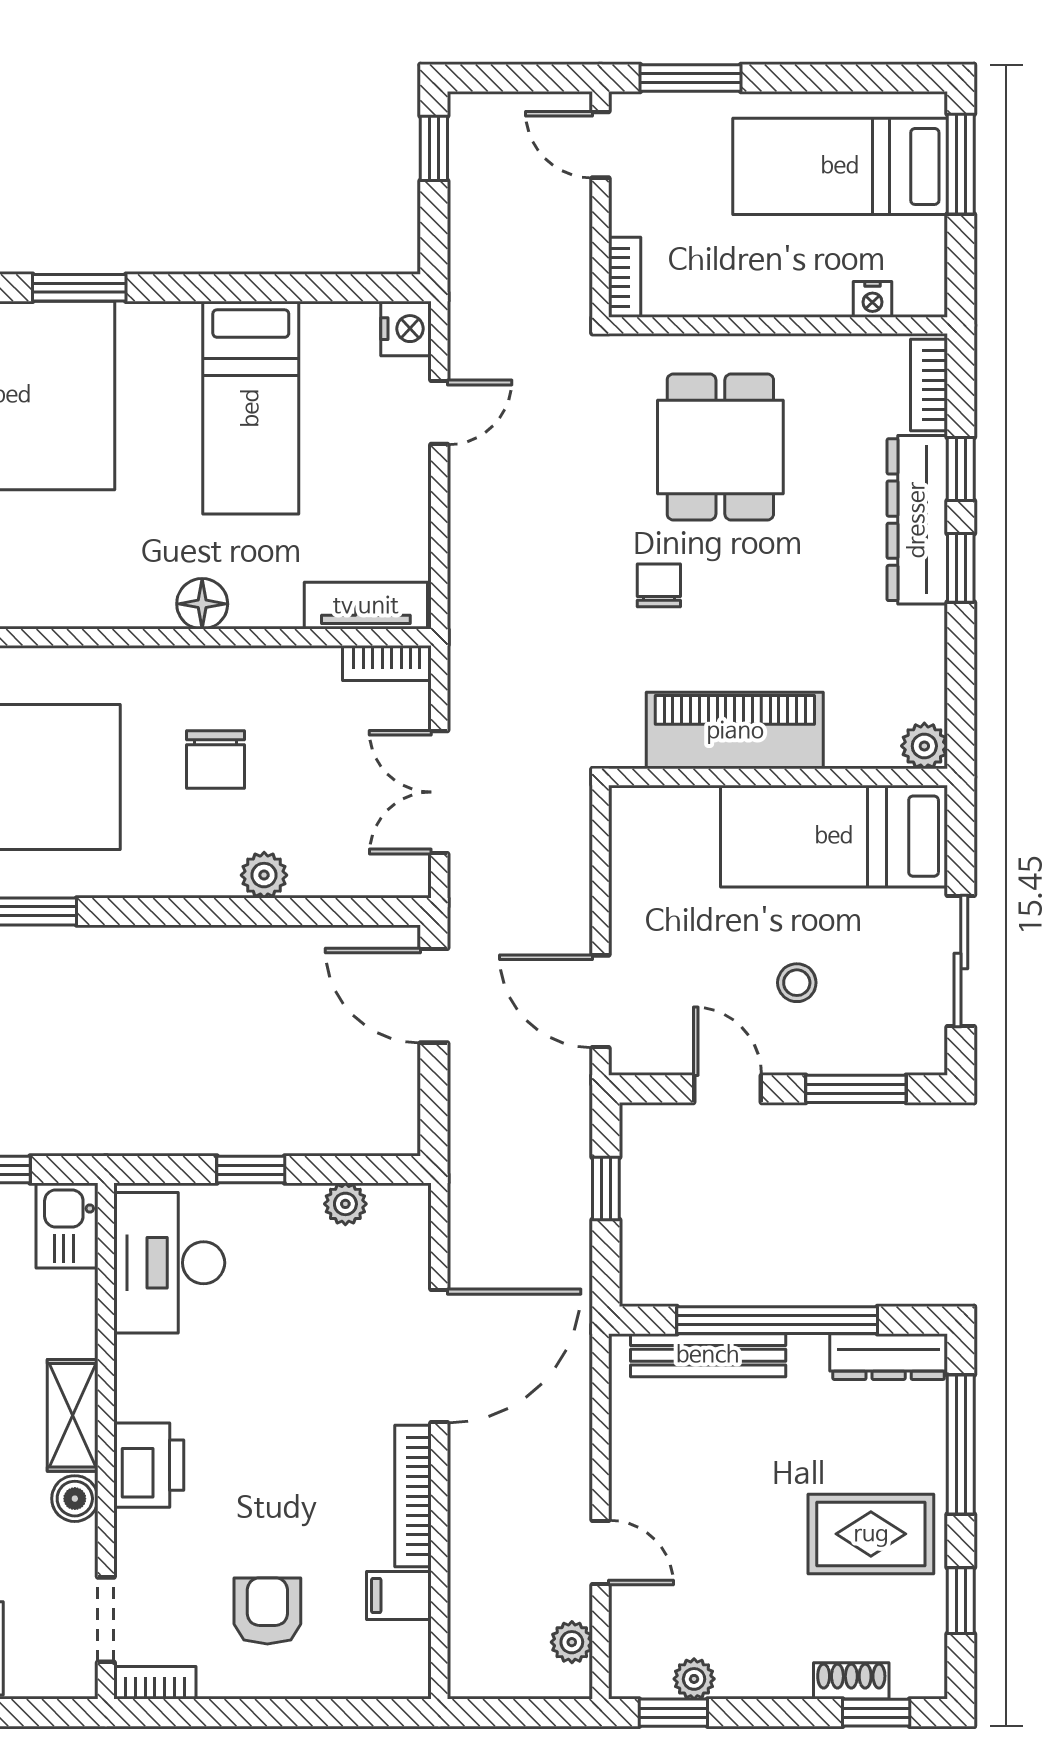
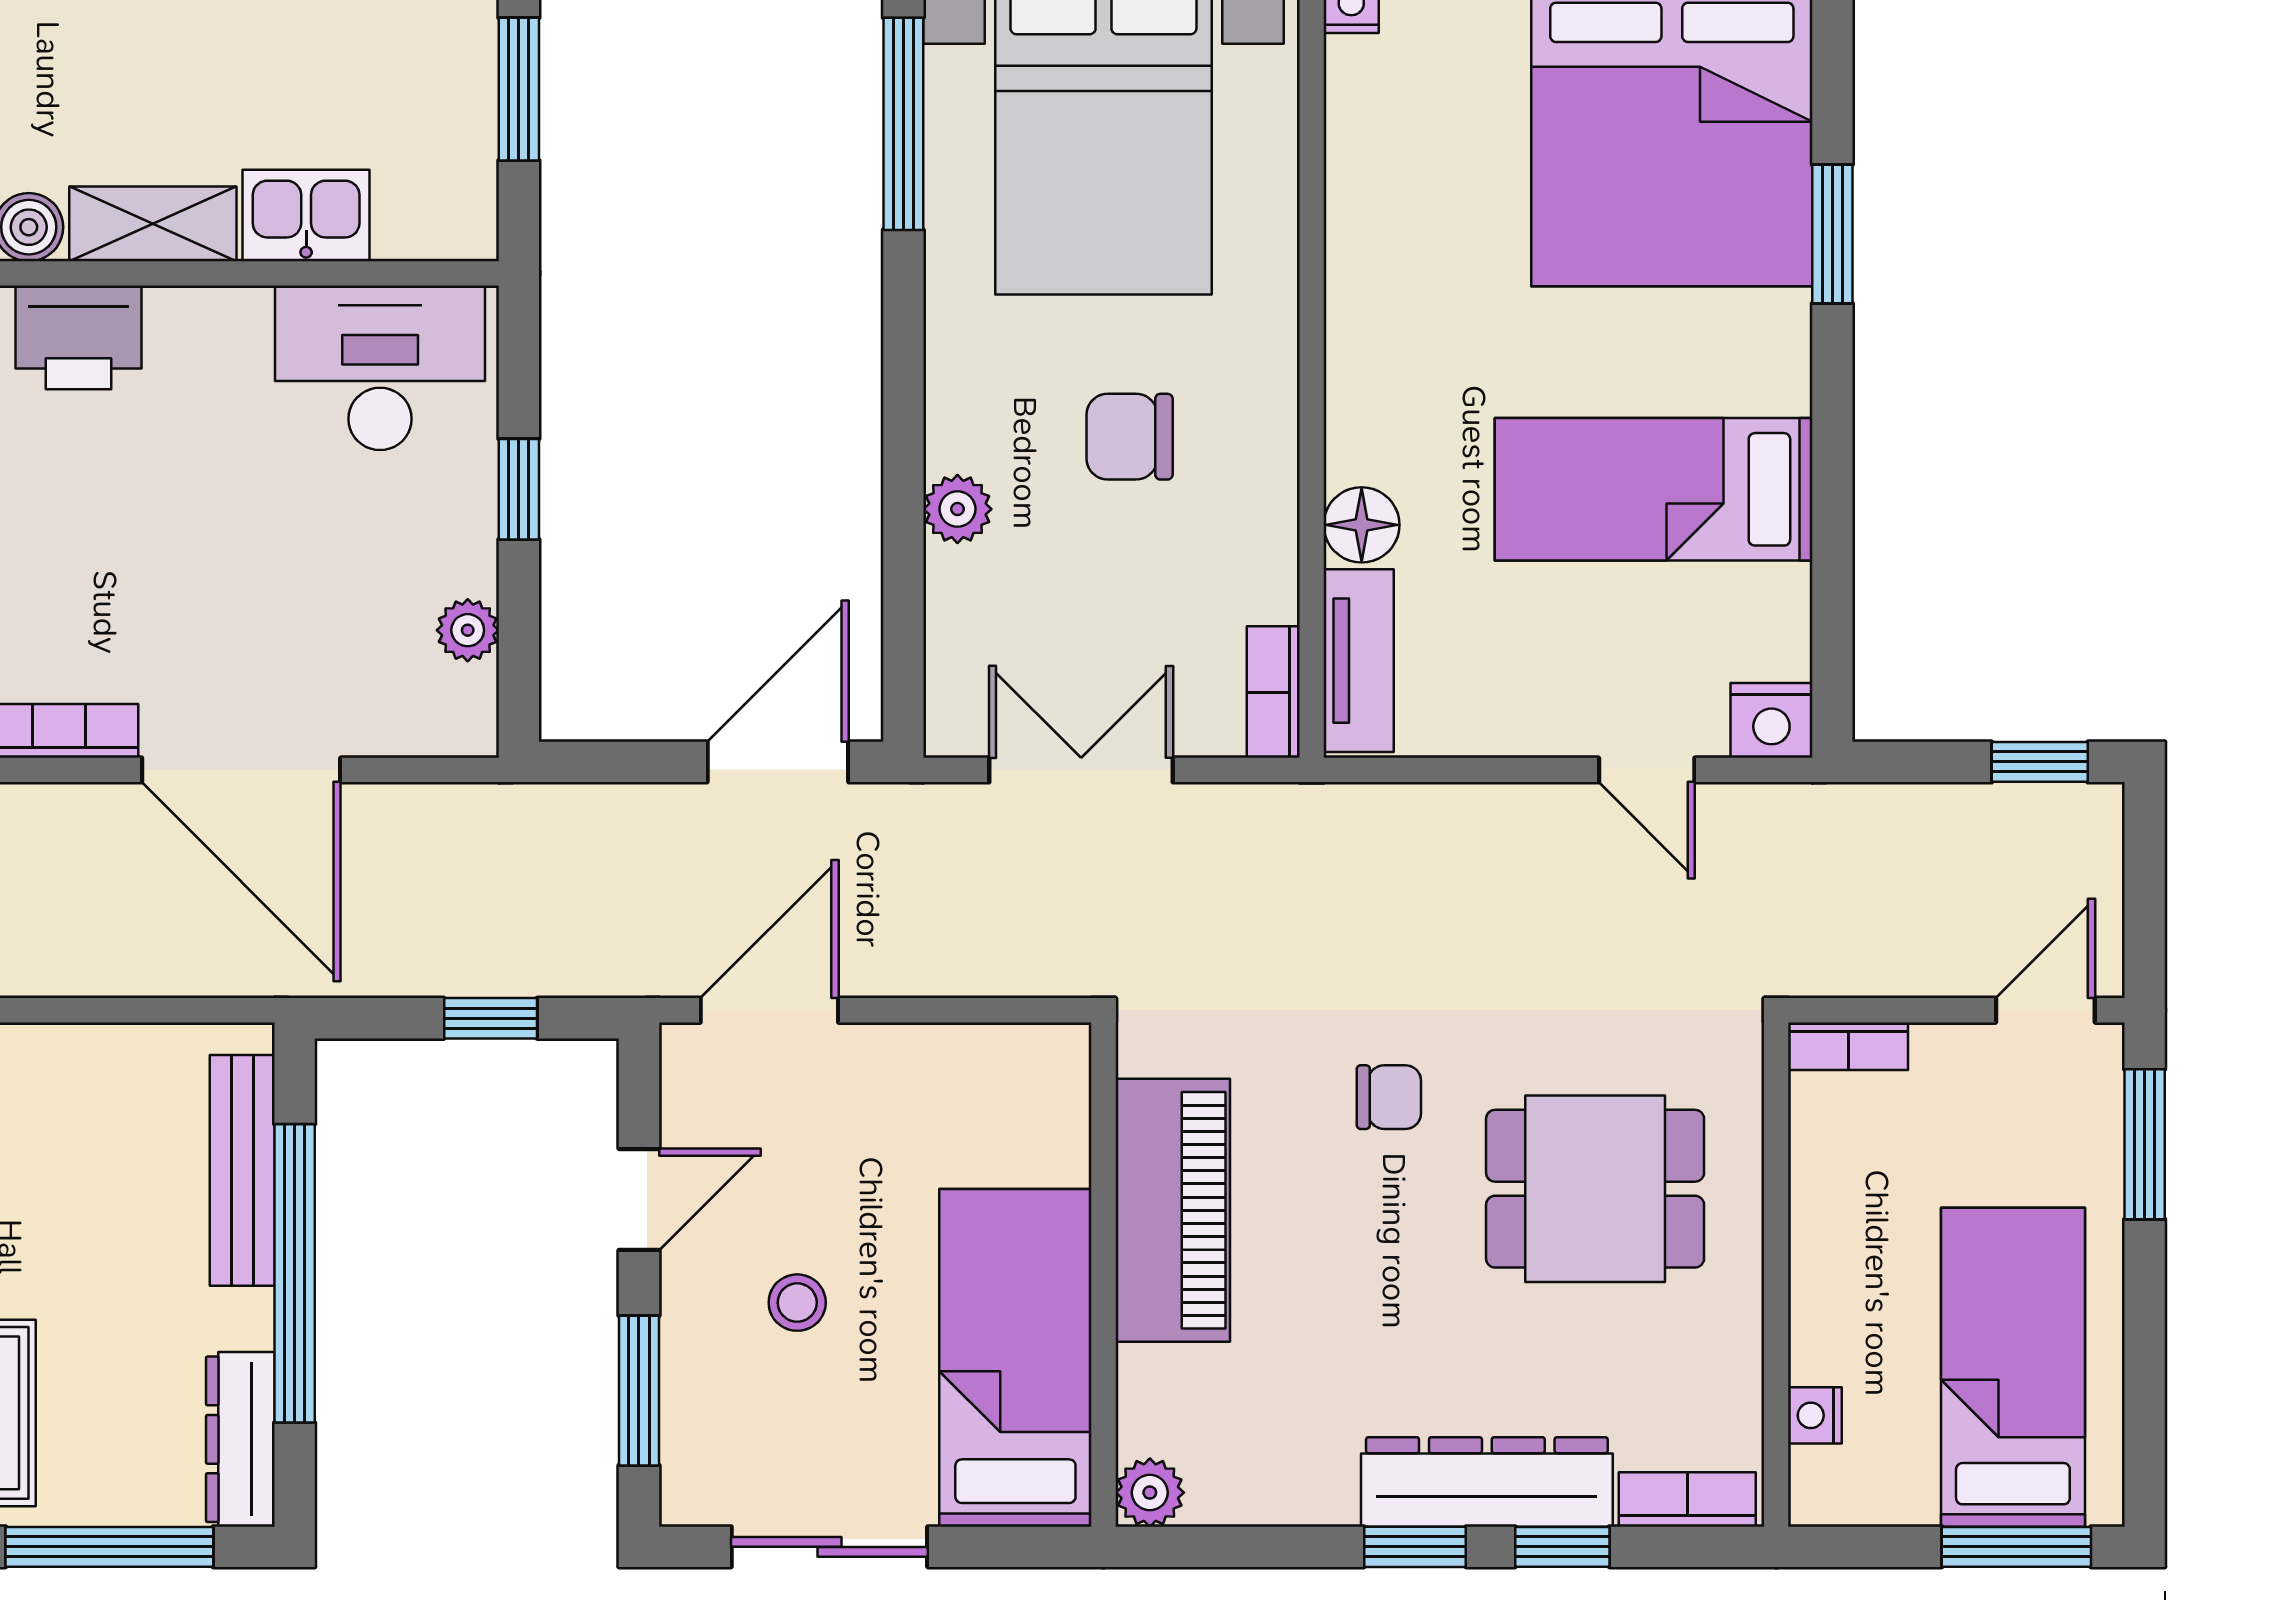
floor lamp: (202, 604) -> (1362, 525), moved
kitchen sink: (67, 1226) -> (306, 215), moved

